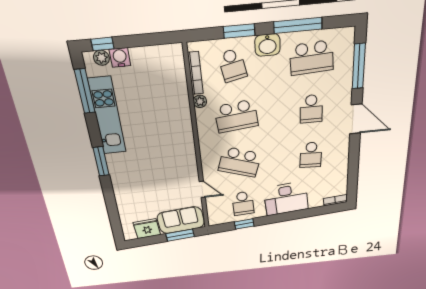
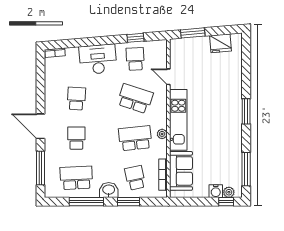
plant: (200, 101) -> (162, 134), moved
kitchen unit: (107, 116) -> (178, 120), moved, turned 180
sofa: (181, 220) -> (181, 171), moved, turned -85

